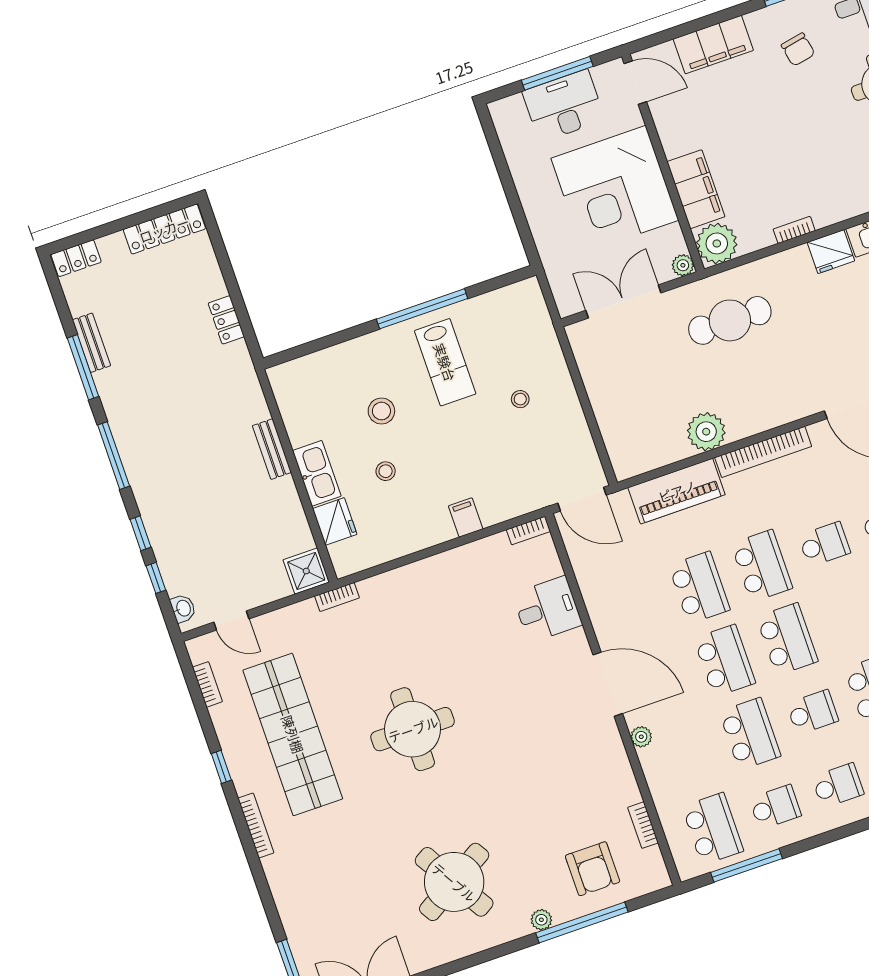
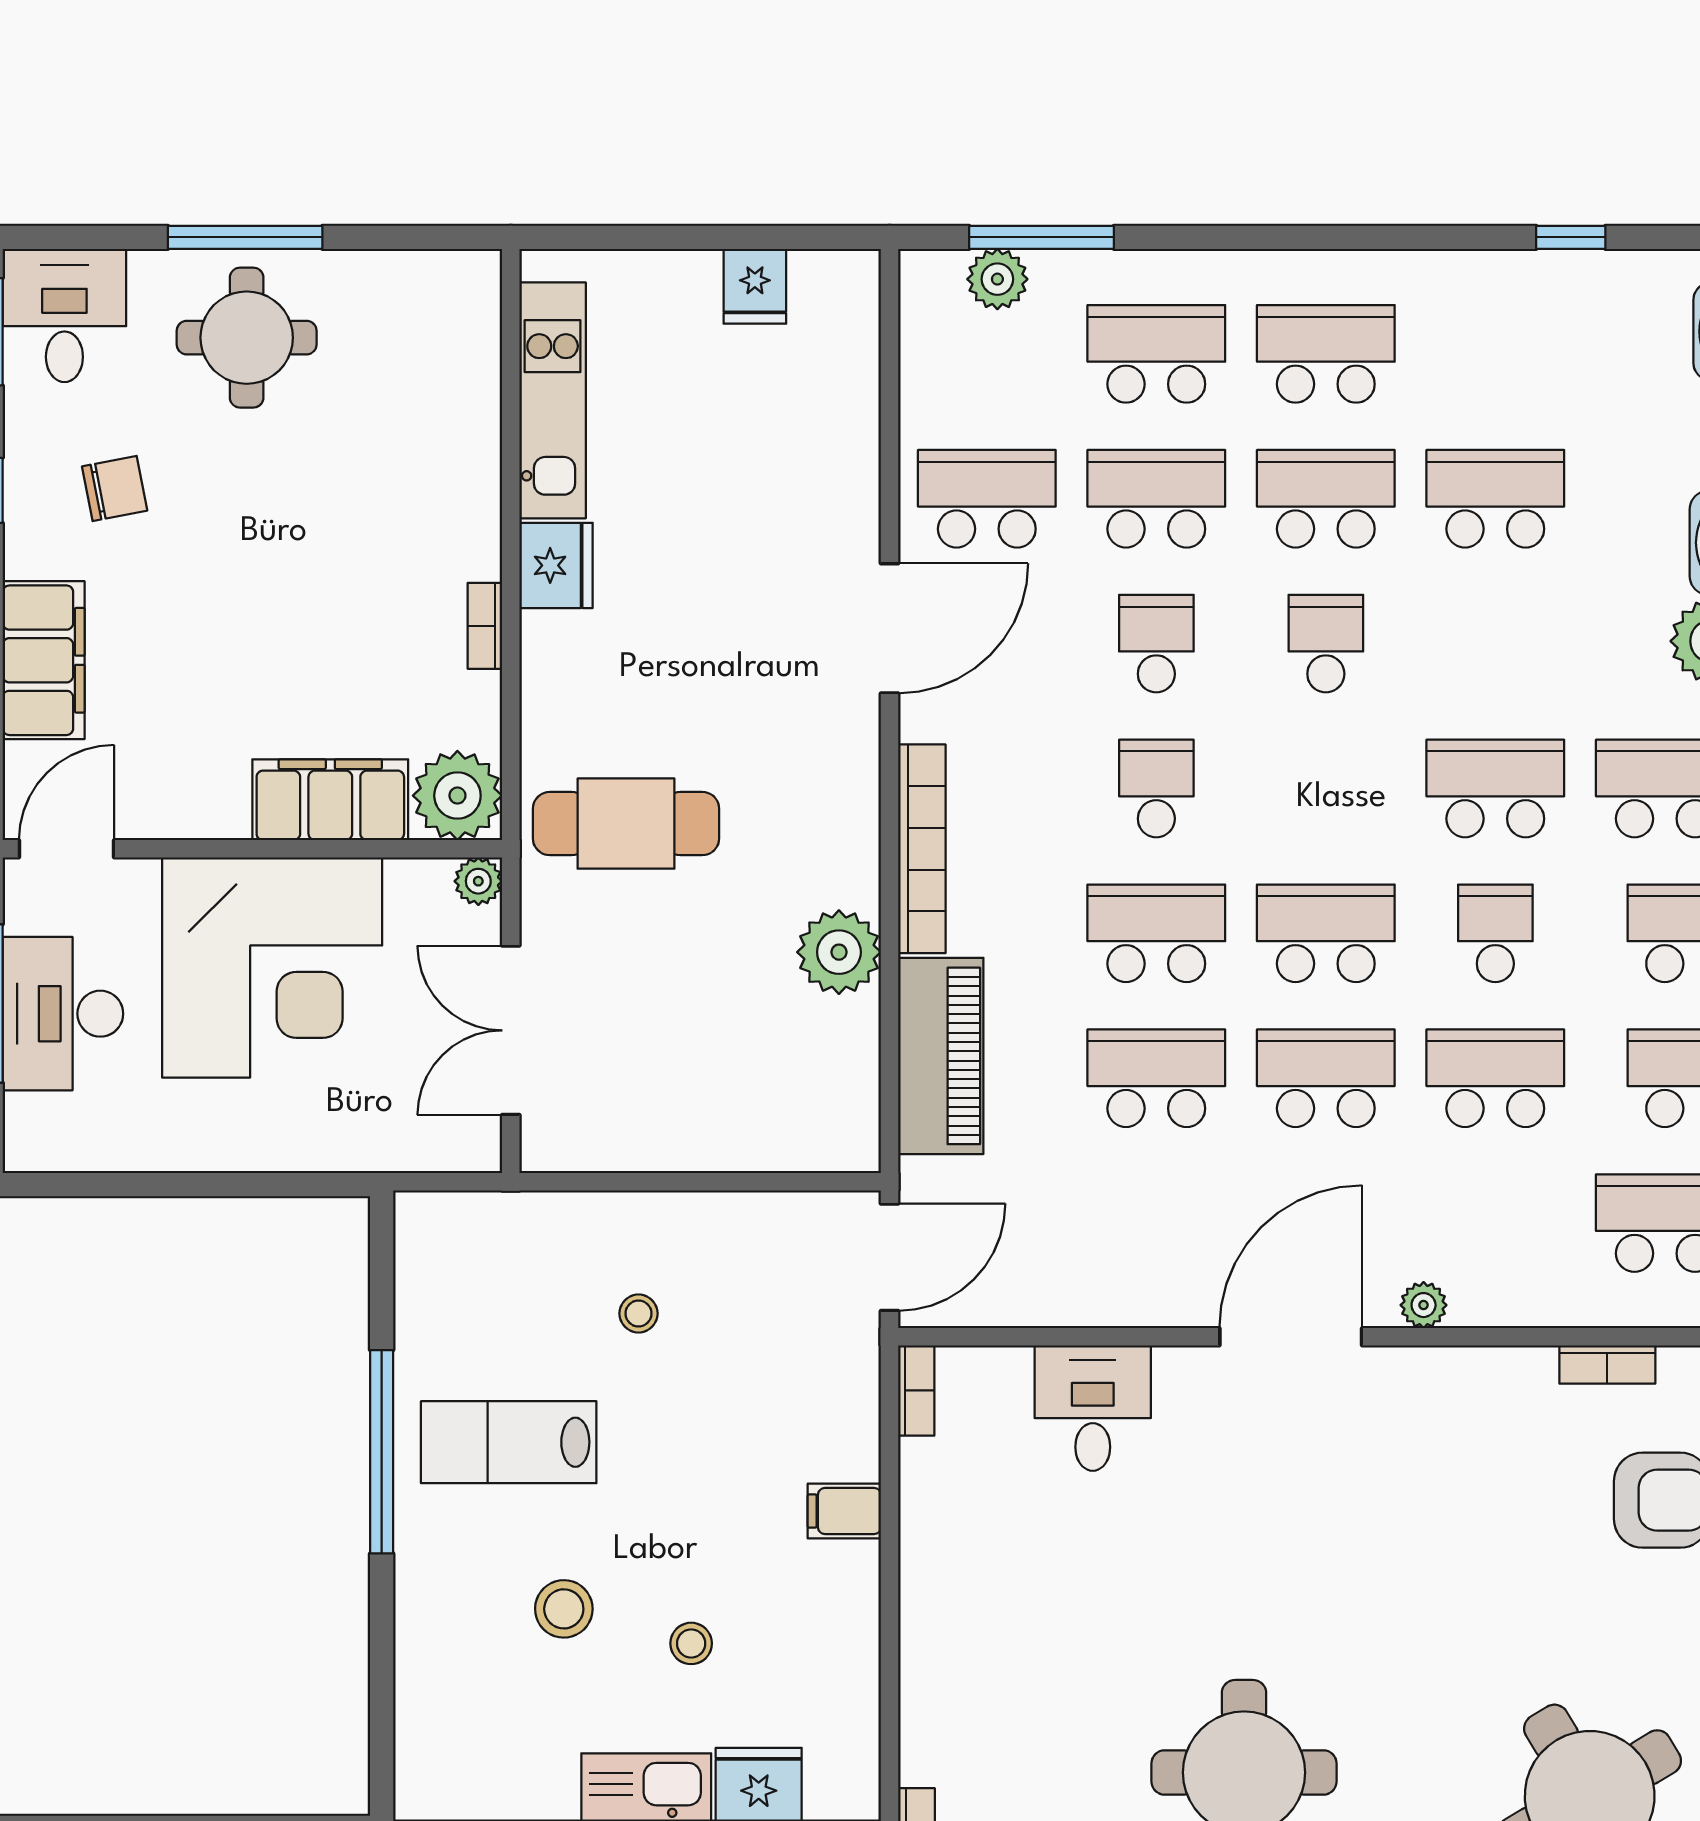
cafe table: (730, 320) -> (626, 824), turned 90
lab bench: (445, 362) -> (509, 1442), turned 180

